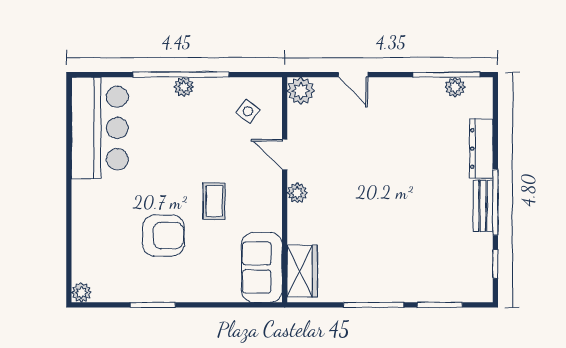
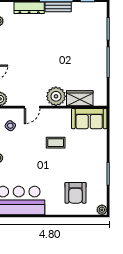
plant: (297, 193) -> (56, 96), width x1.88, depth x1.88
armchair: (163, 235) -> (75, 193), moved, turned 180
wardrobe: (302, 271) -> (80, 98), moved

